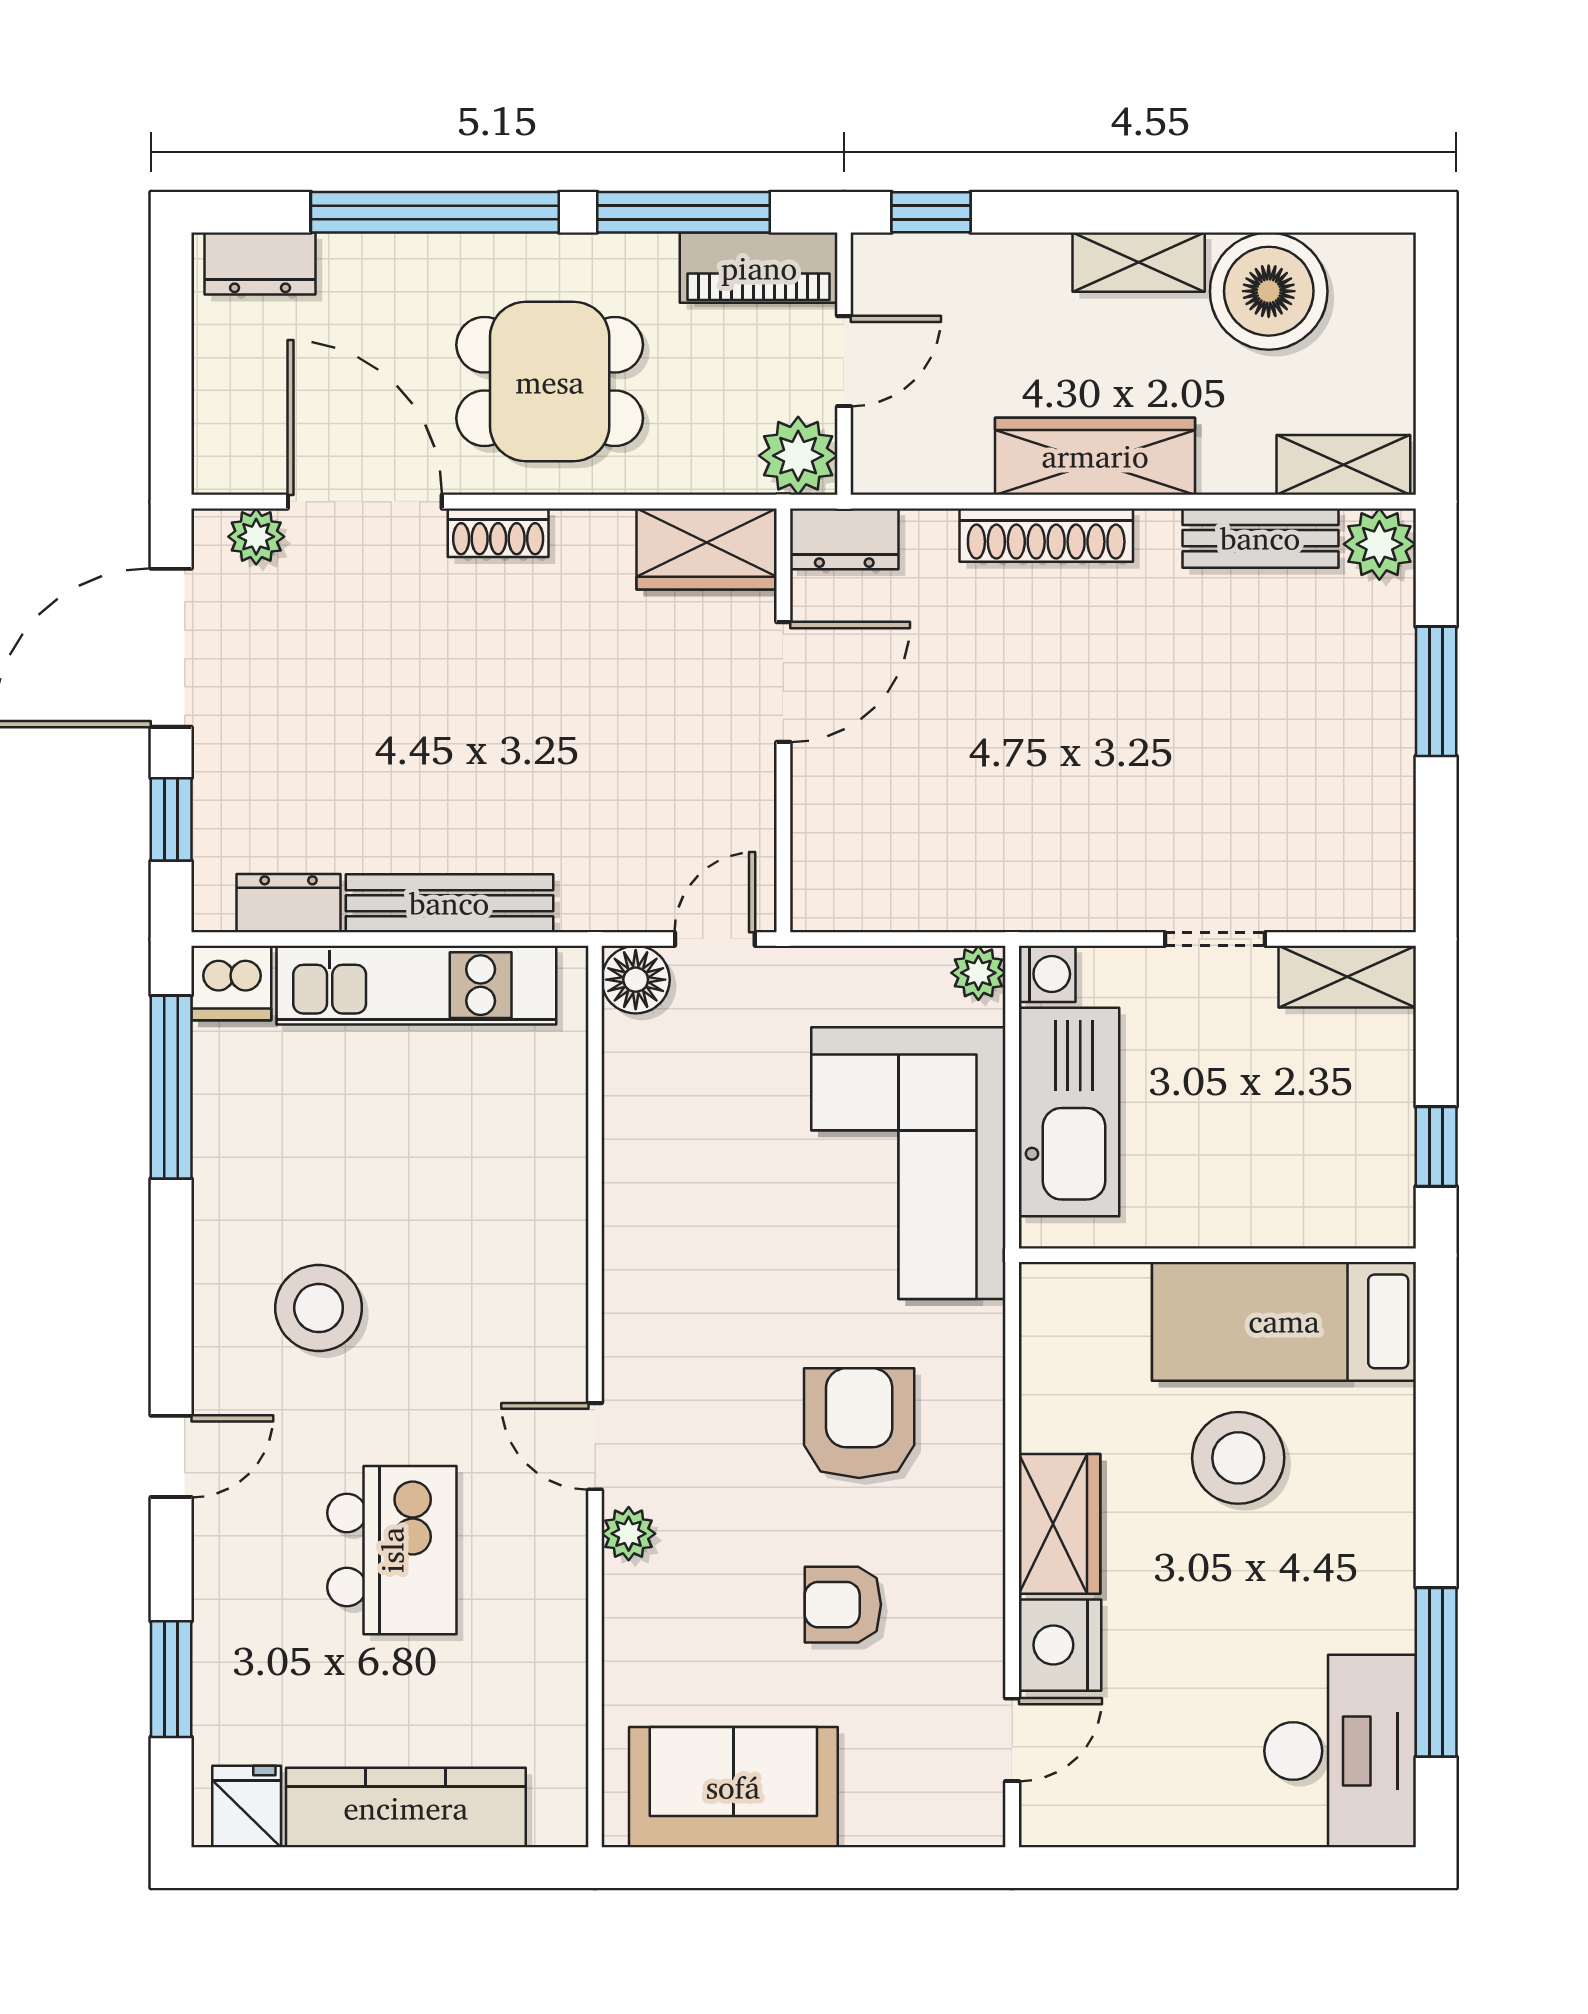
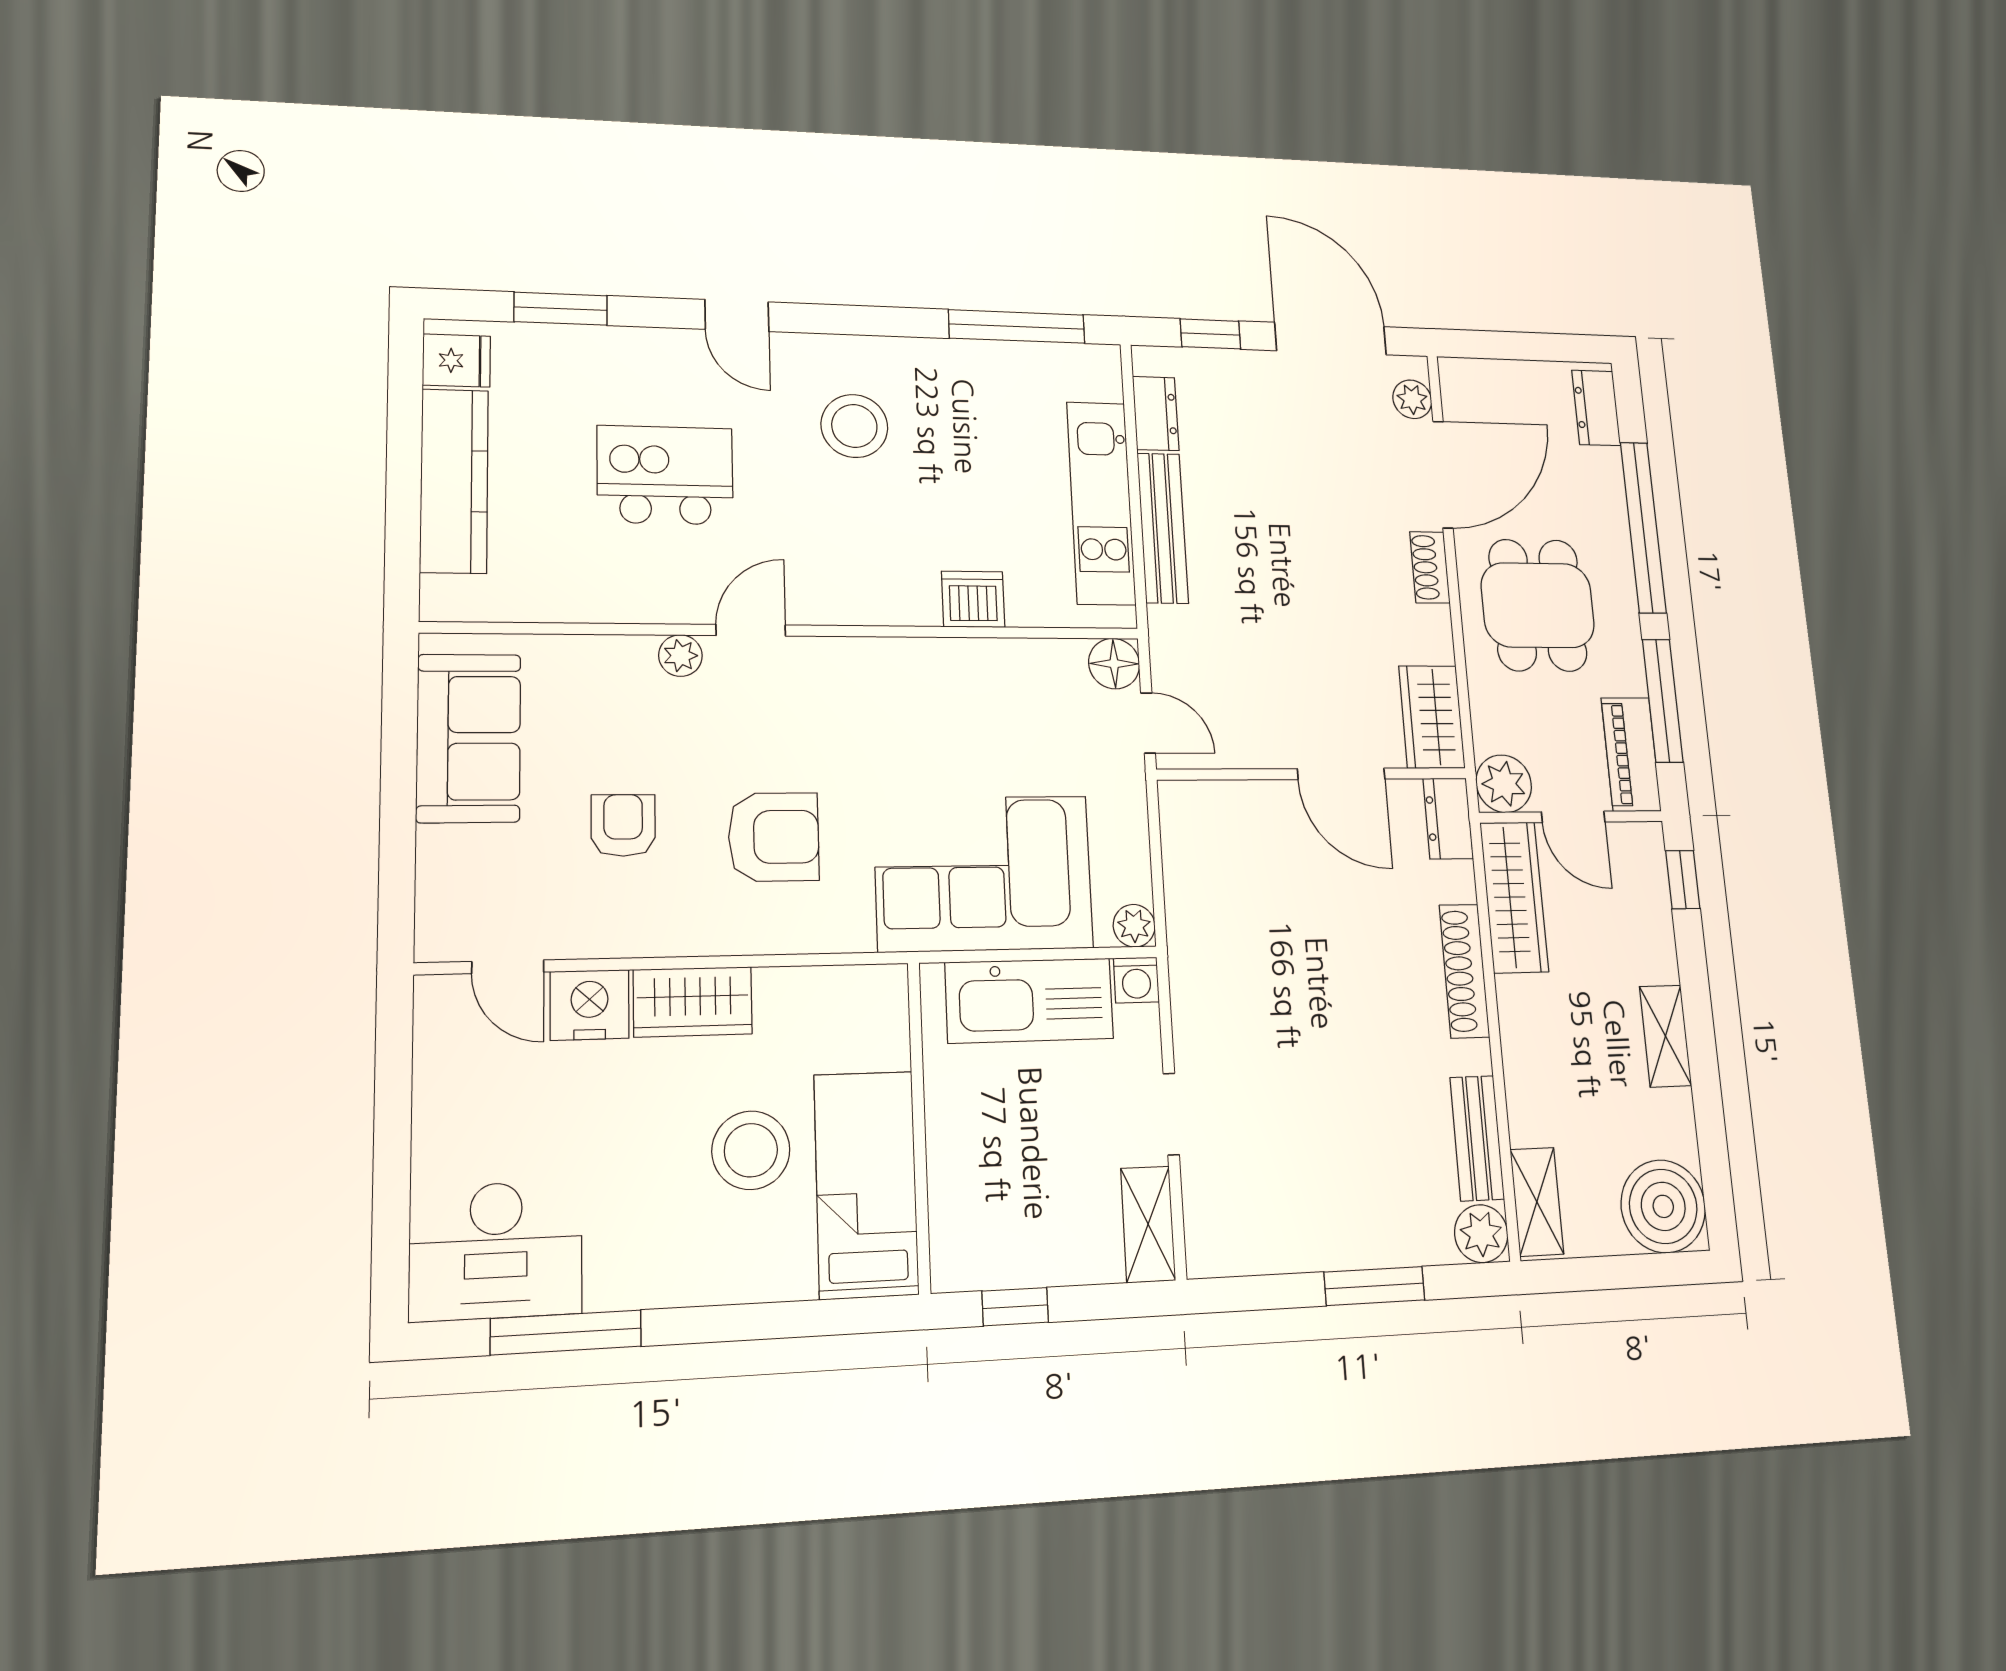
boiler: (1269, 291) -> (1663, 1206), moved
wardrobe: (1095, 456) -> (1514, 897), moved
dishwasher: (231, 983) -> (973, 599), moved, turned 90
kitchen island: (392, 1550) -> (665, 475), turned 180

